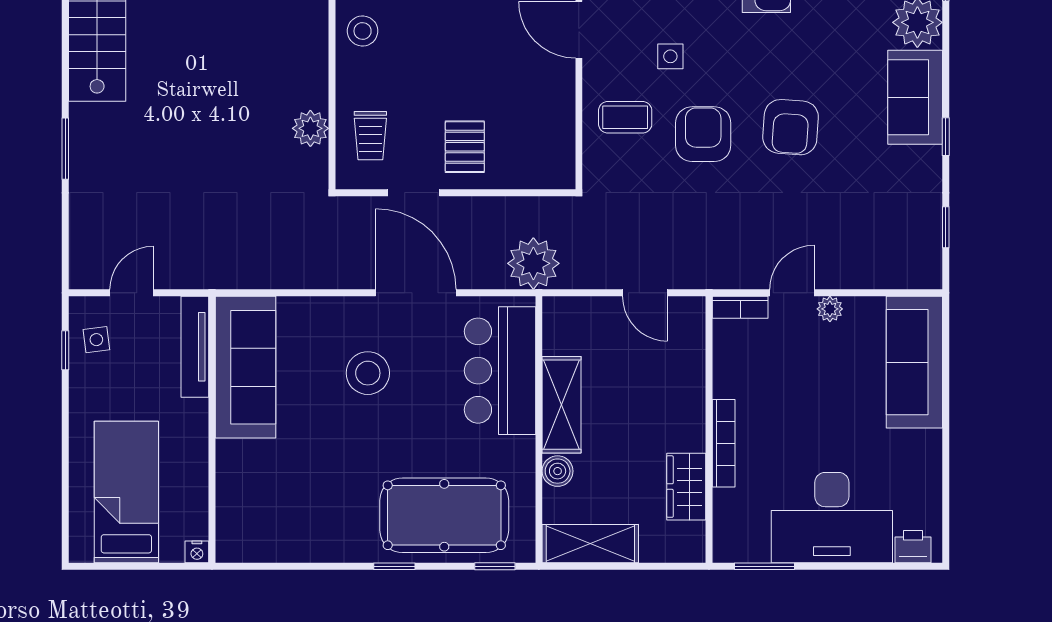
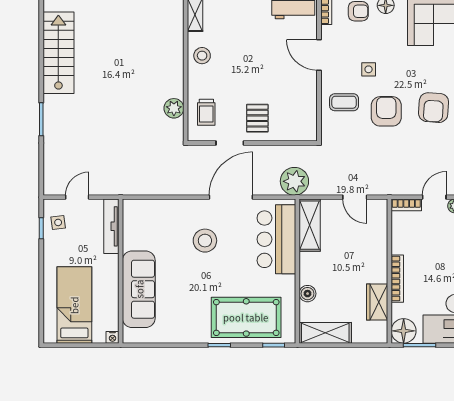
door: (416, 293) -> (231, 197), hinge flipped
sofa: (245, 367) -> (139, 289), moved
shelving: (562, 405) -> (310, 225), moved
floor lamp: (735, 540) -> (404, 331), added

